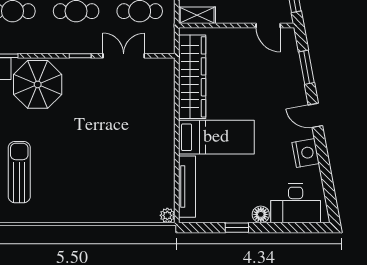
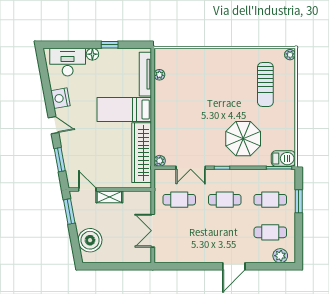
shelving: (197, 15) -> (109, 197), moved
plant: (167, 65) -> (160, 161), added
parasol: (38, 84) -> (243, 139), moved
plant: (167, 215) -> (159, 75), moved

